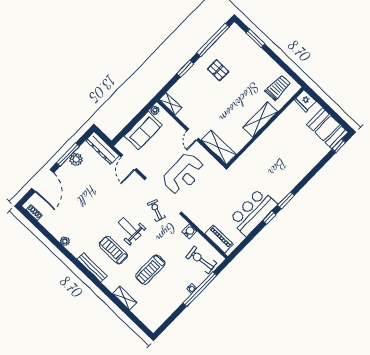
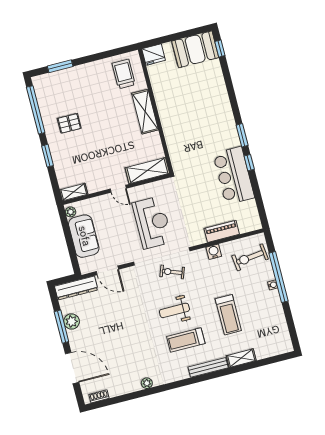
piano: (219, 239) -> (222, 231), moved
bench: (92, 267) -> (208, 367), moved

